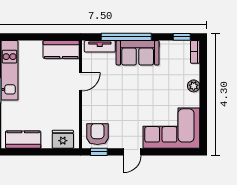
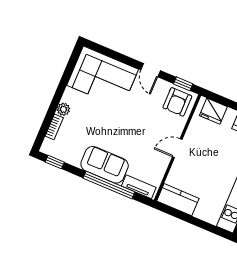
bookcase: (195, 52) -> (54, 127), moved
door: (81, 82) -> (177, 148), moved
door: (132, 152) -> (151, 70), swing flipped

